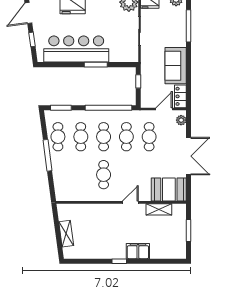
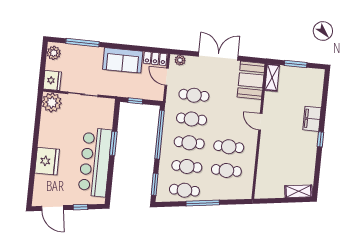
cafe table: (81, 175) -> (226, 170), added
shelving: (159, 209) -> (272, 78), moved
shelving: (66, 234) -> (298, 191), moved

